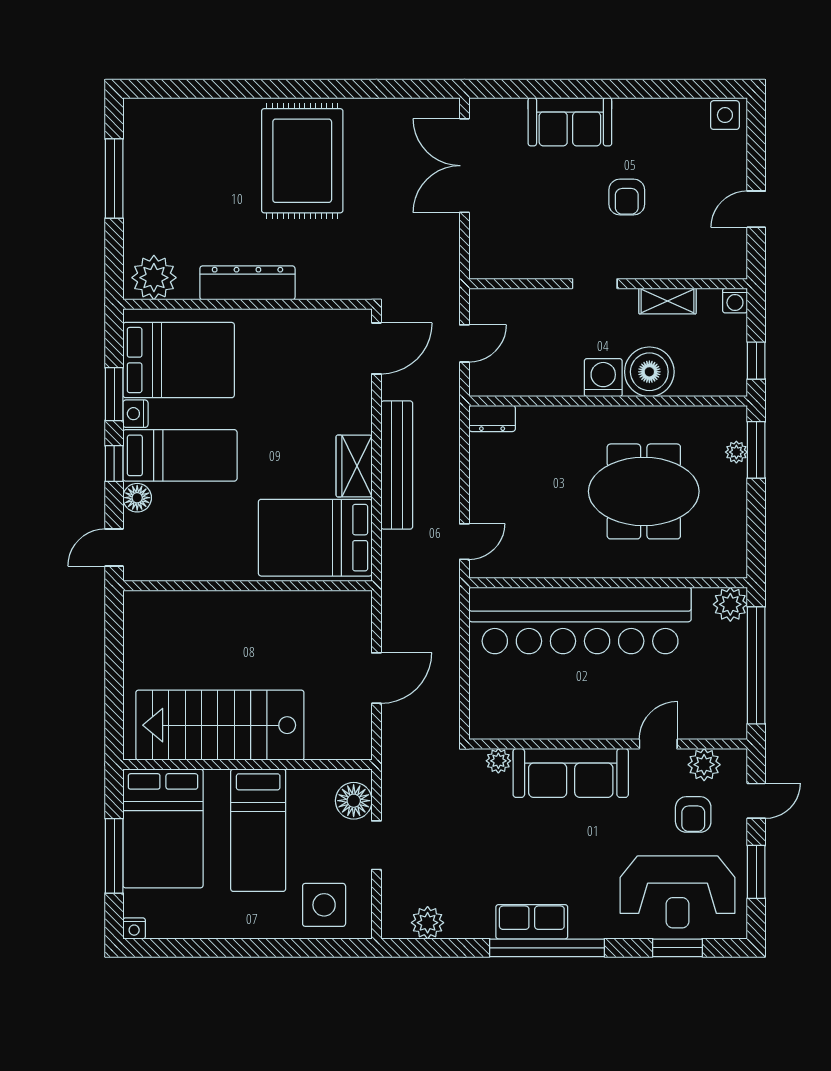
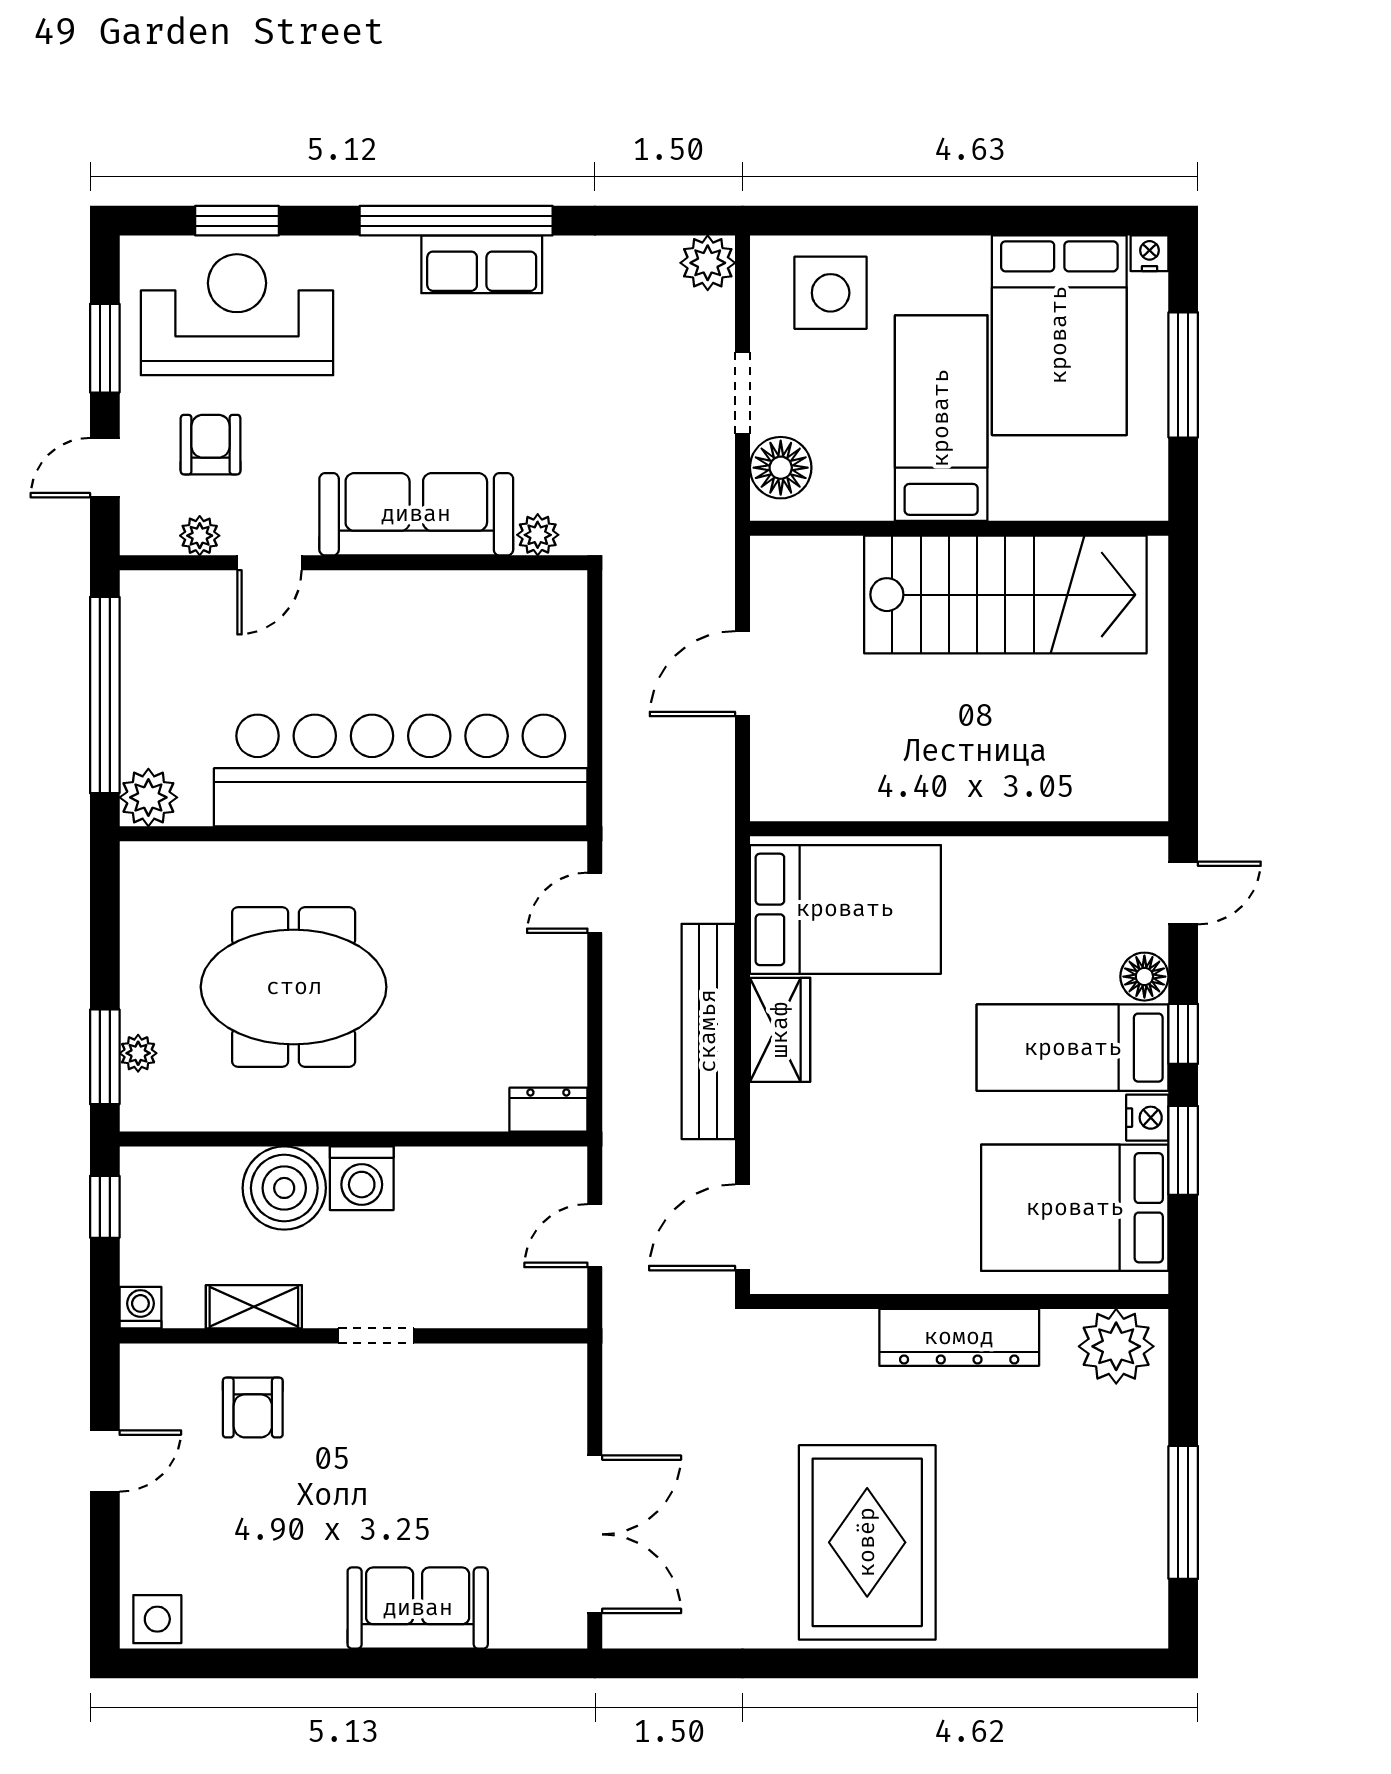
armchair: (627, 197) -> (253, 1408), moved, turned 180
plant: (704, 765) -> (200, 536), width x0.73, depth x0.73
bed: (163, 828) -> (1059, 335), moved, turned 180
plant: (428, 923) -> (708, 263), moved

